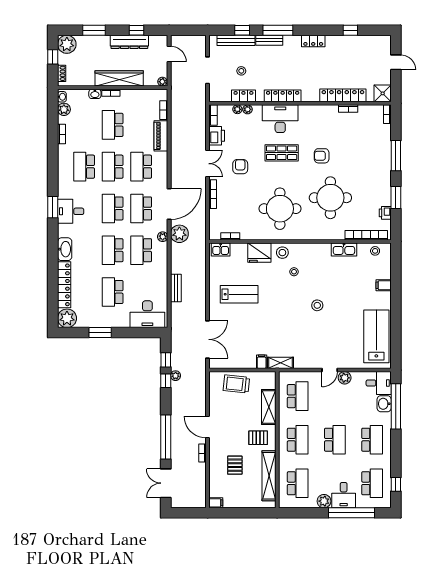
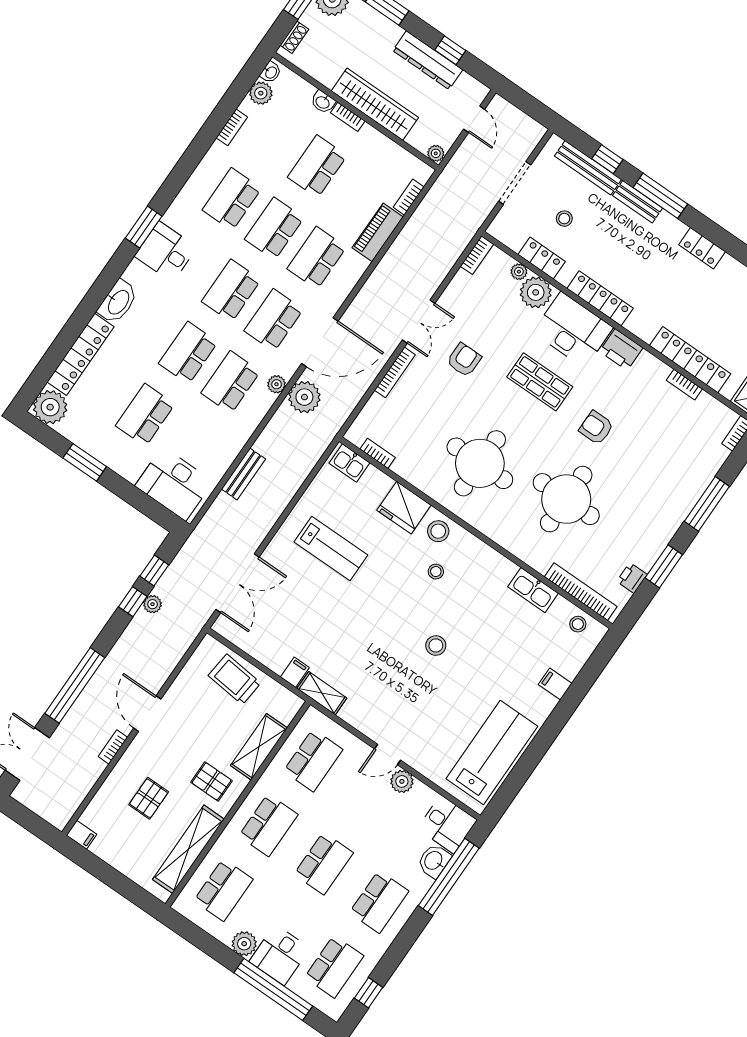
plant: (247, 109) -> (536, 292), width x1.88, depth x1.88
printer: (217, 136) -> (621, 350), moved, turned 90

